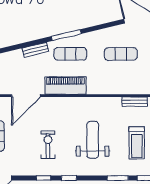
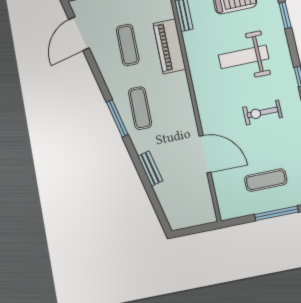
bench: (35, 50) -> (150, 168), moved
piano: (66, 86) -> (169, 46), moved

